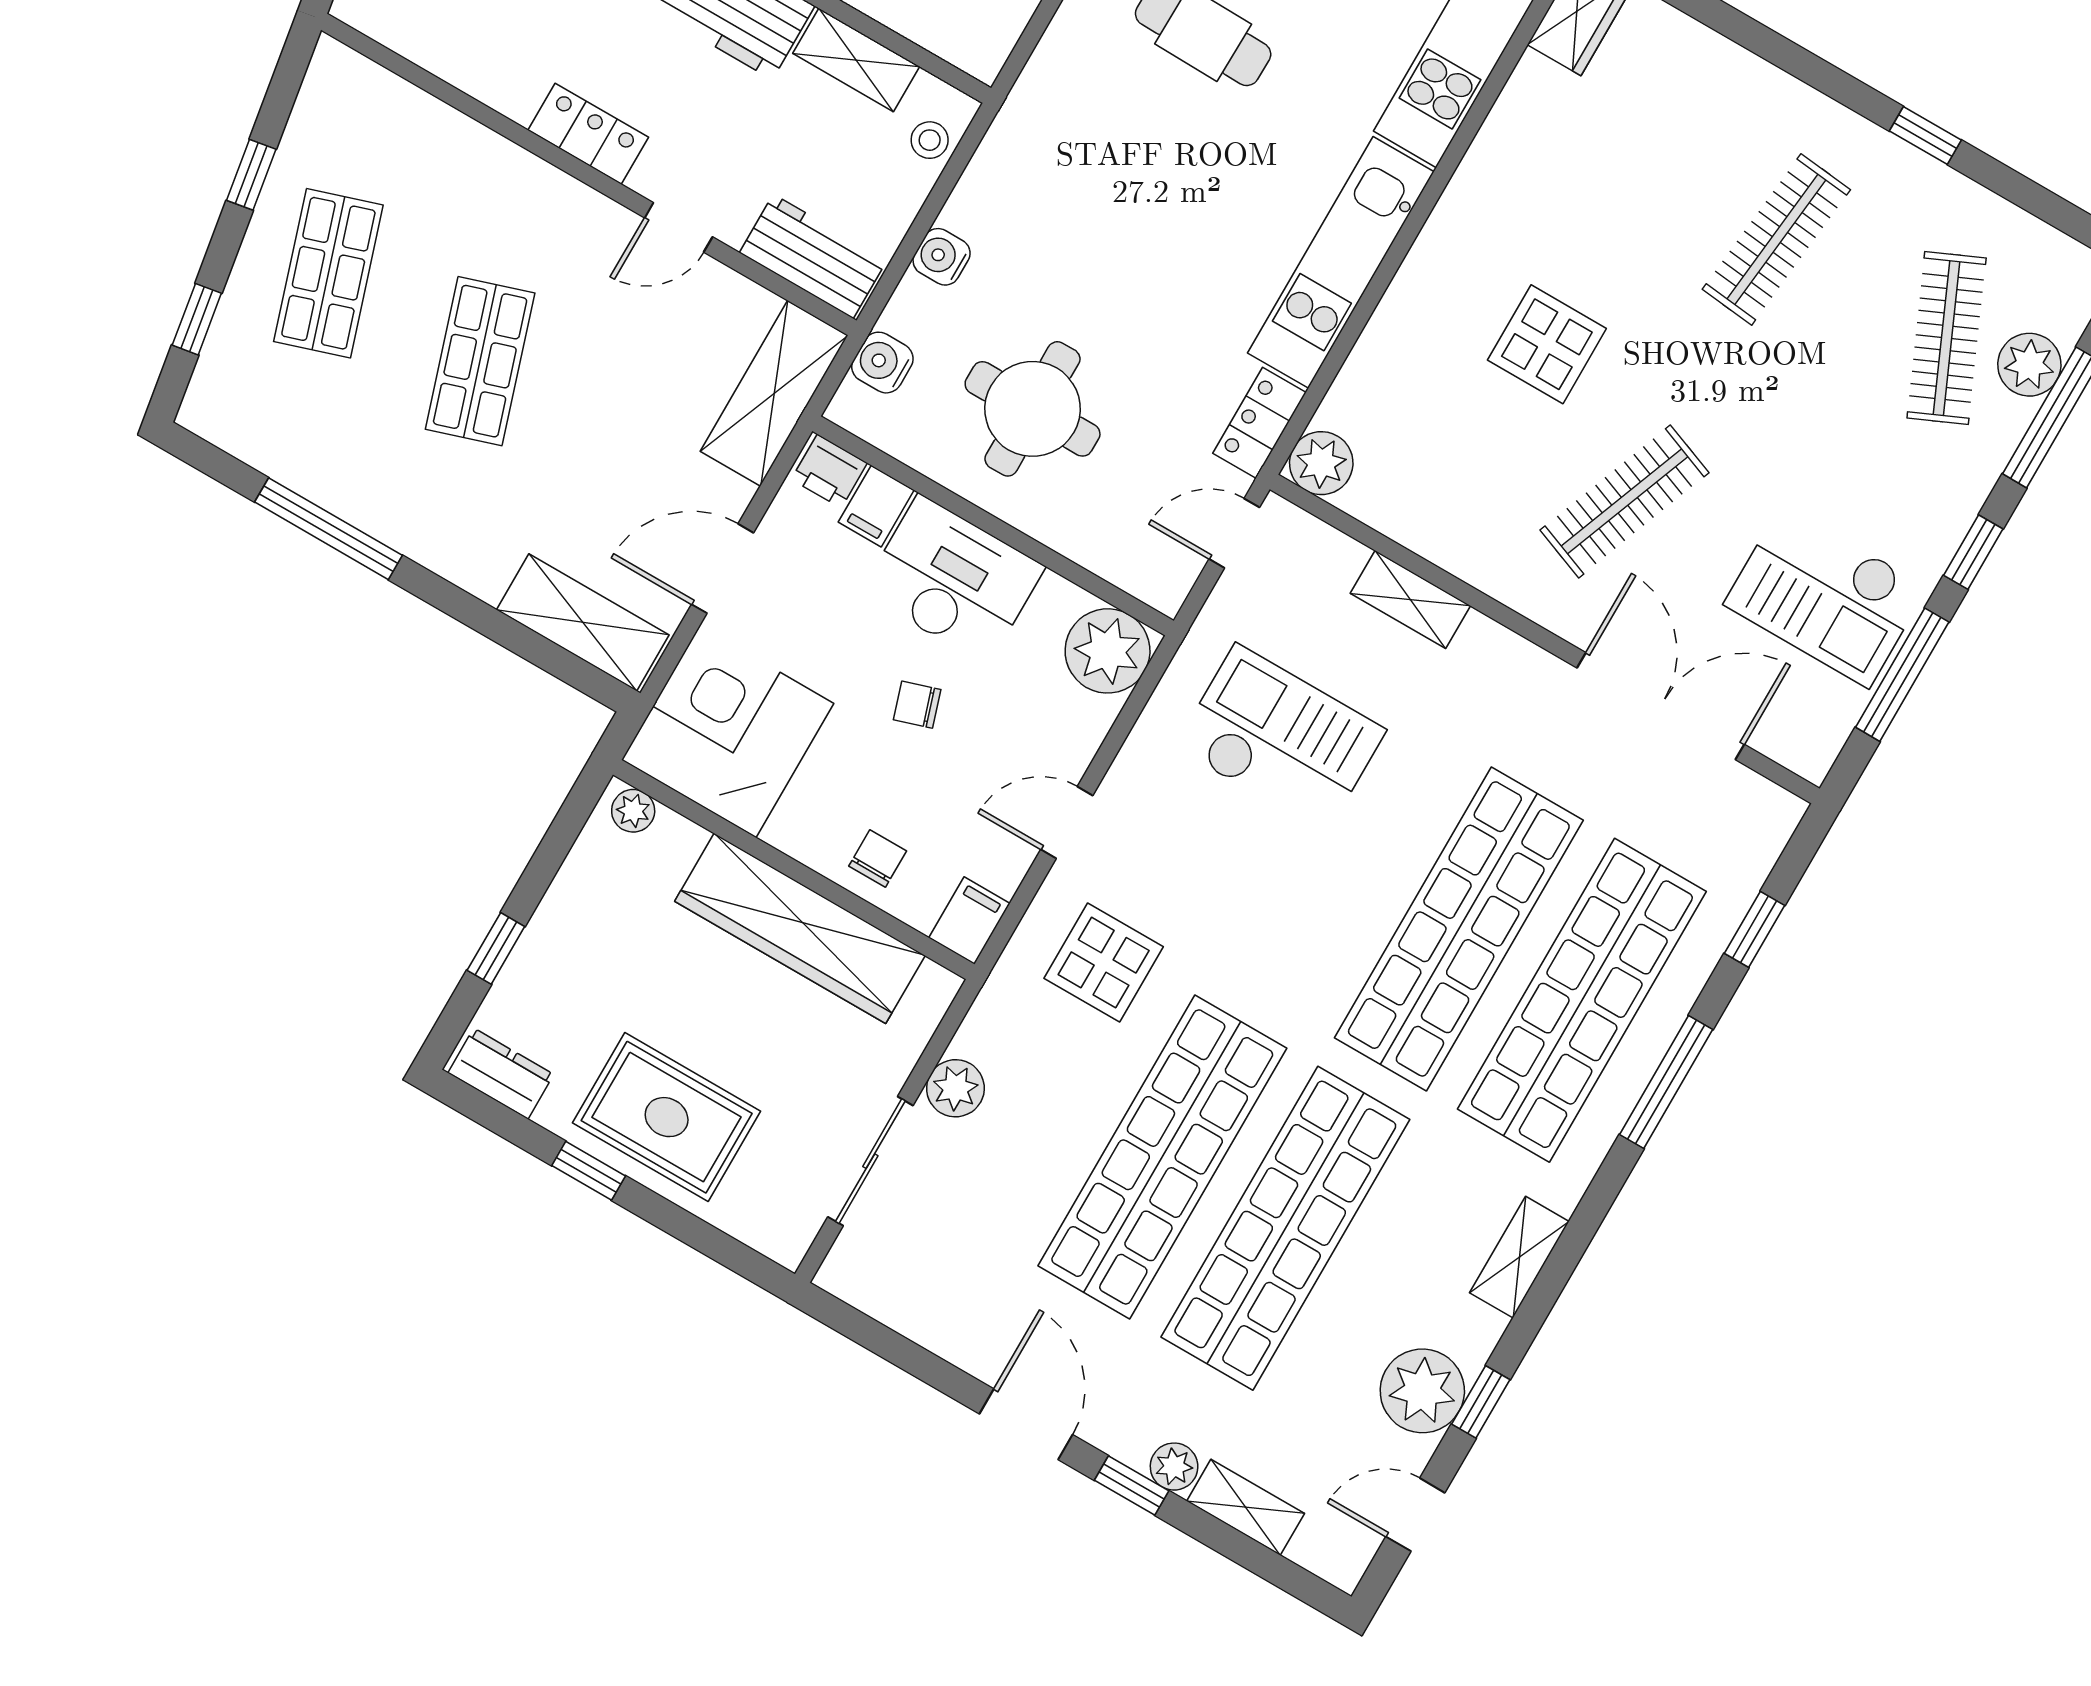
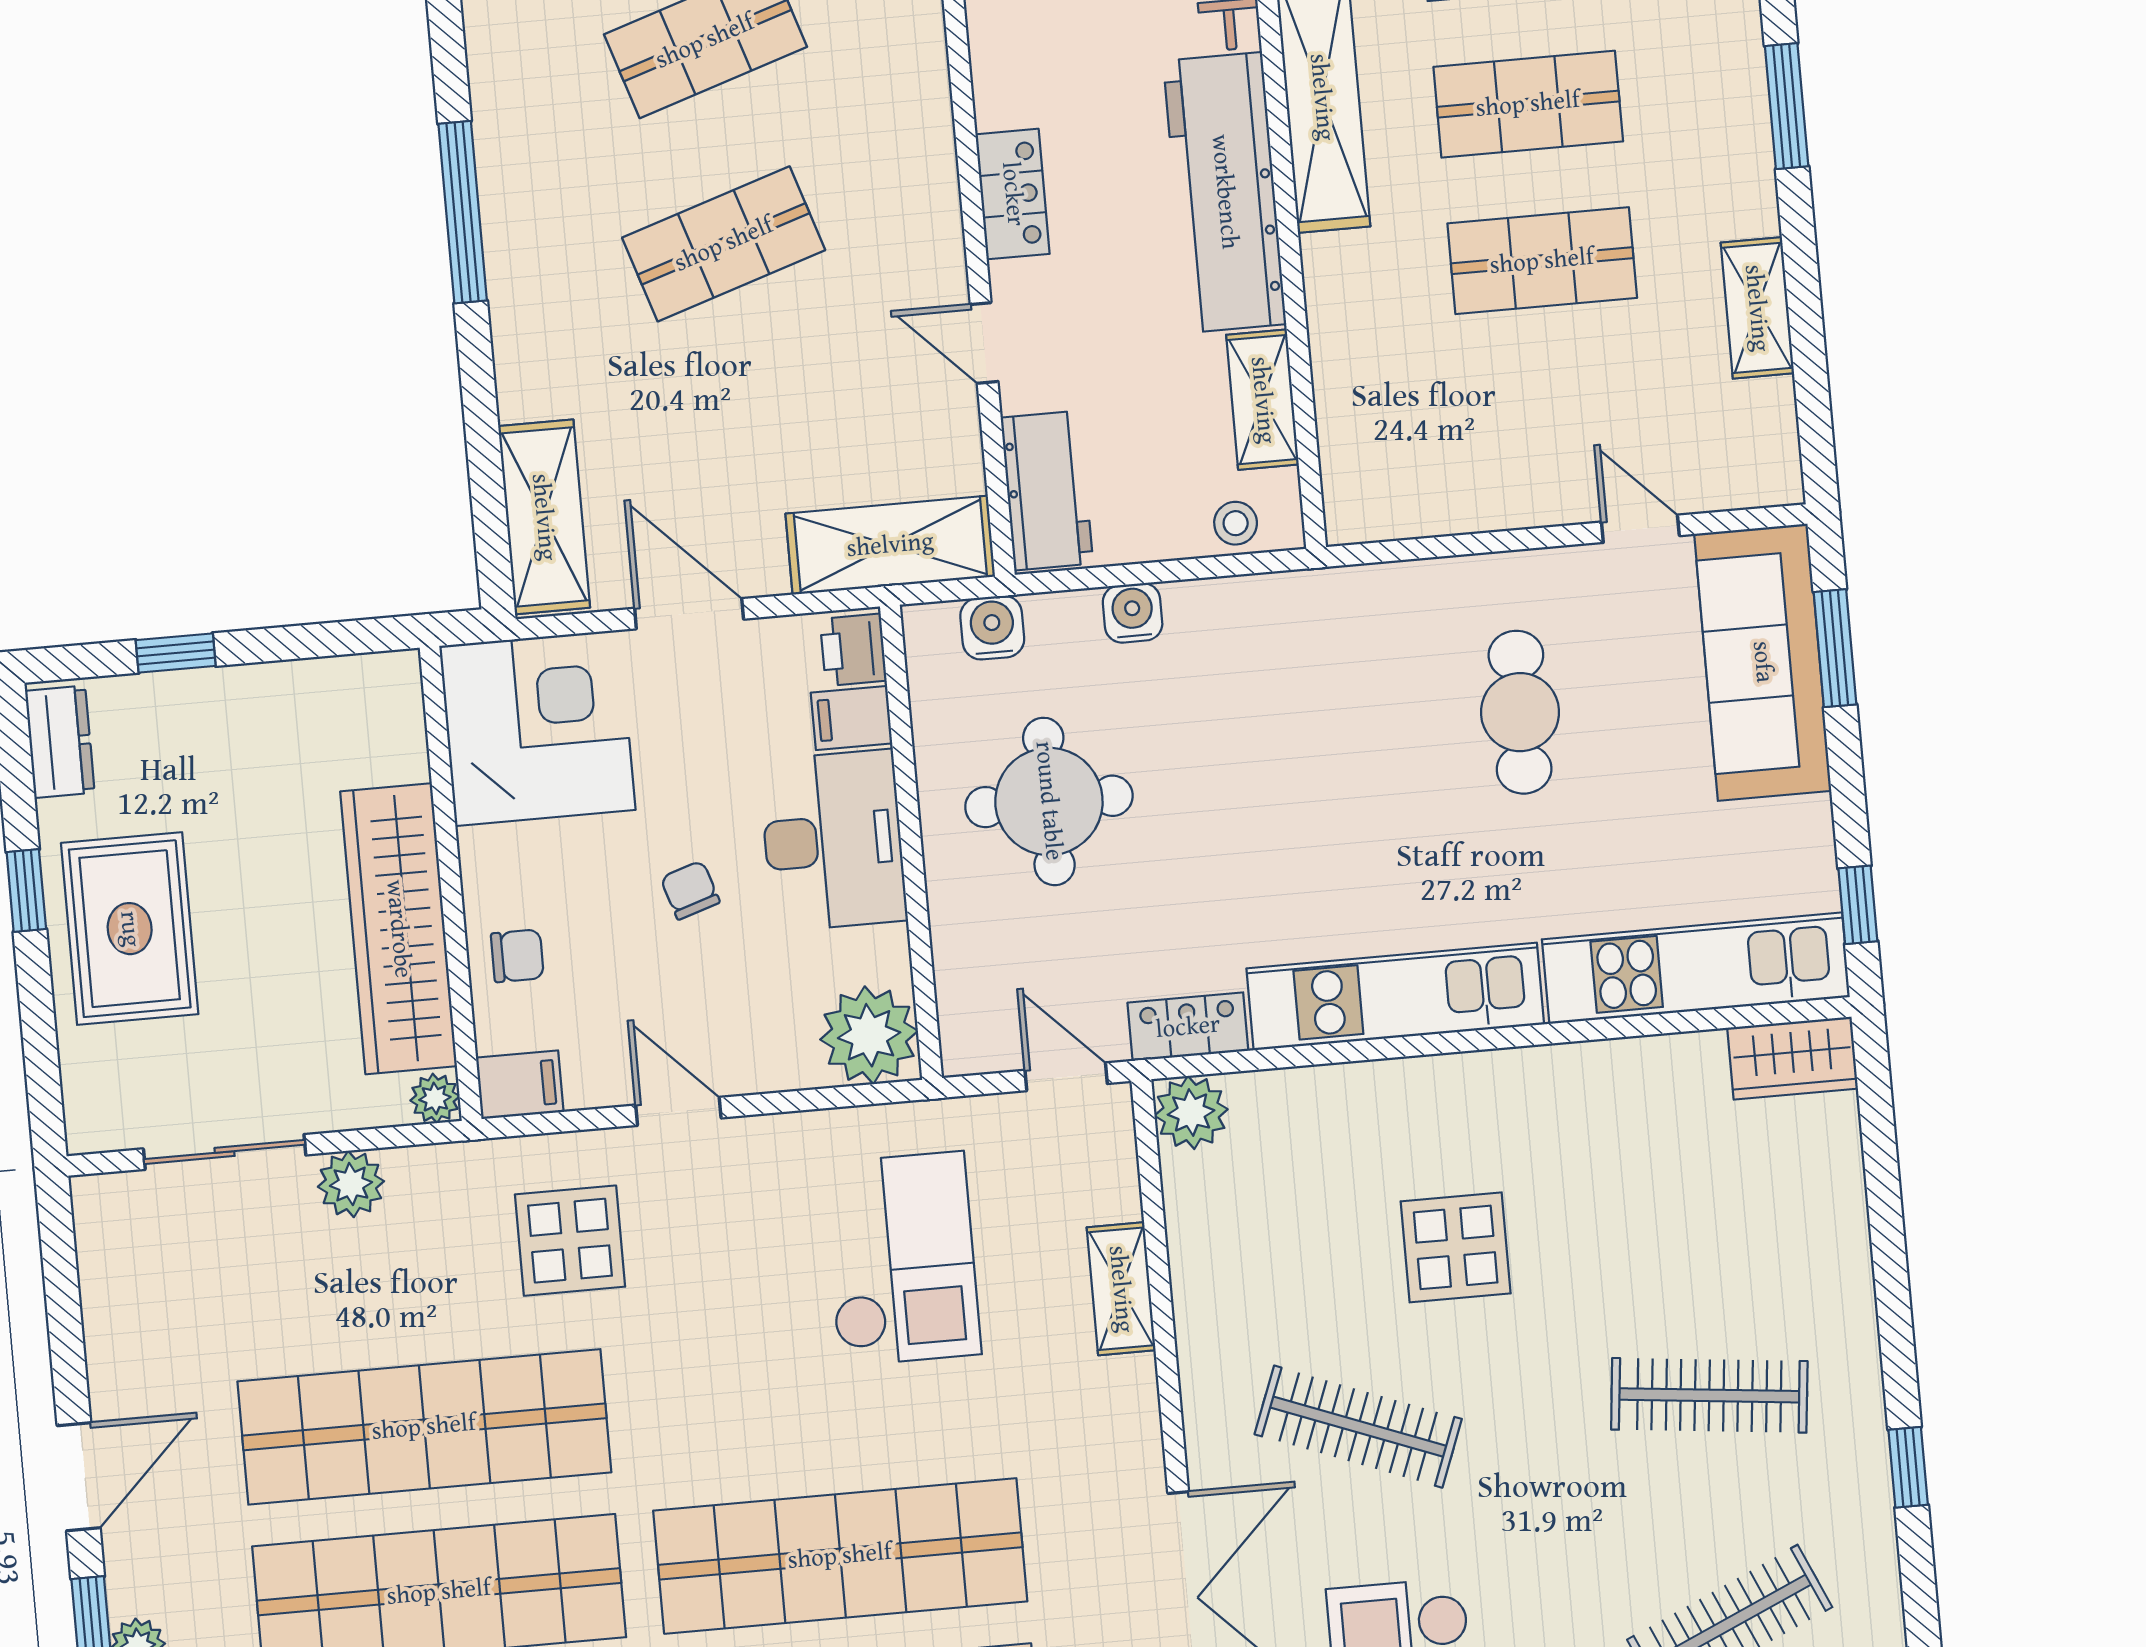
plant: (633, 811) -> (435, 1098), moved

